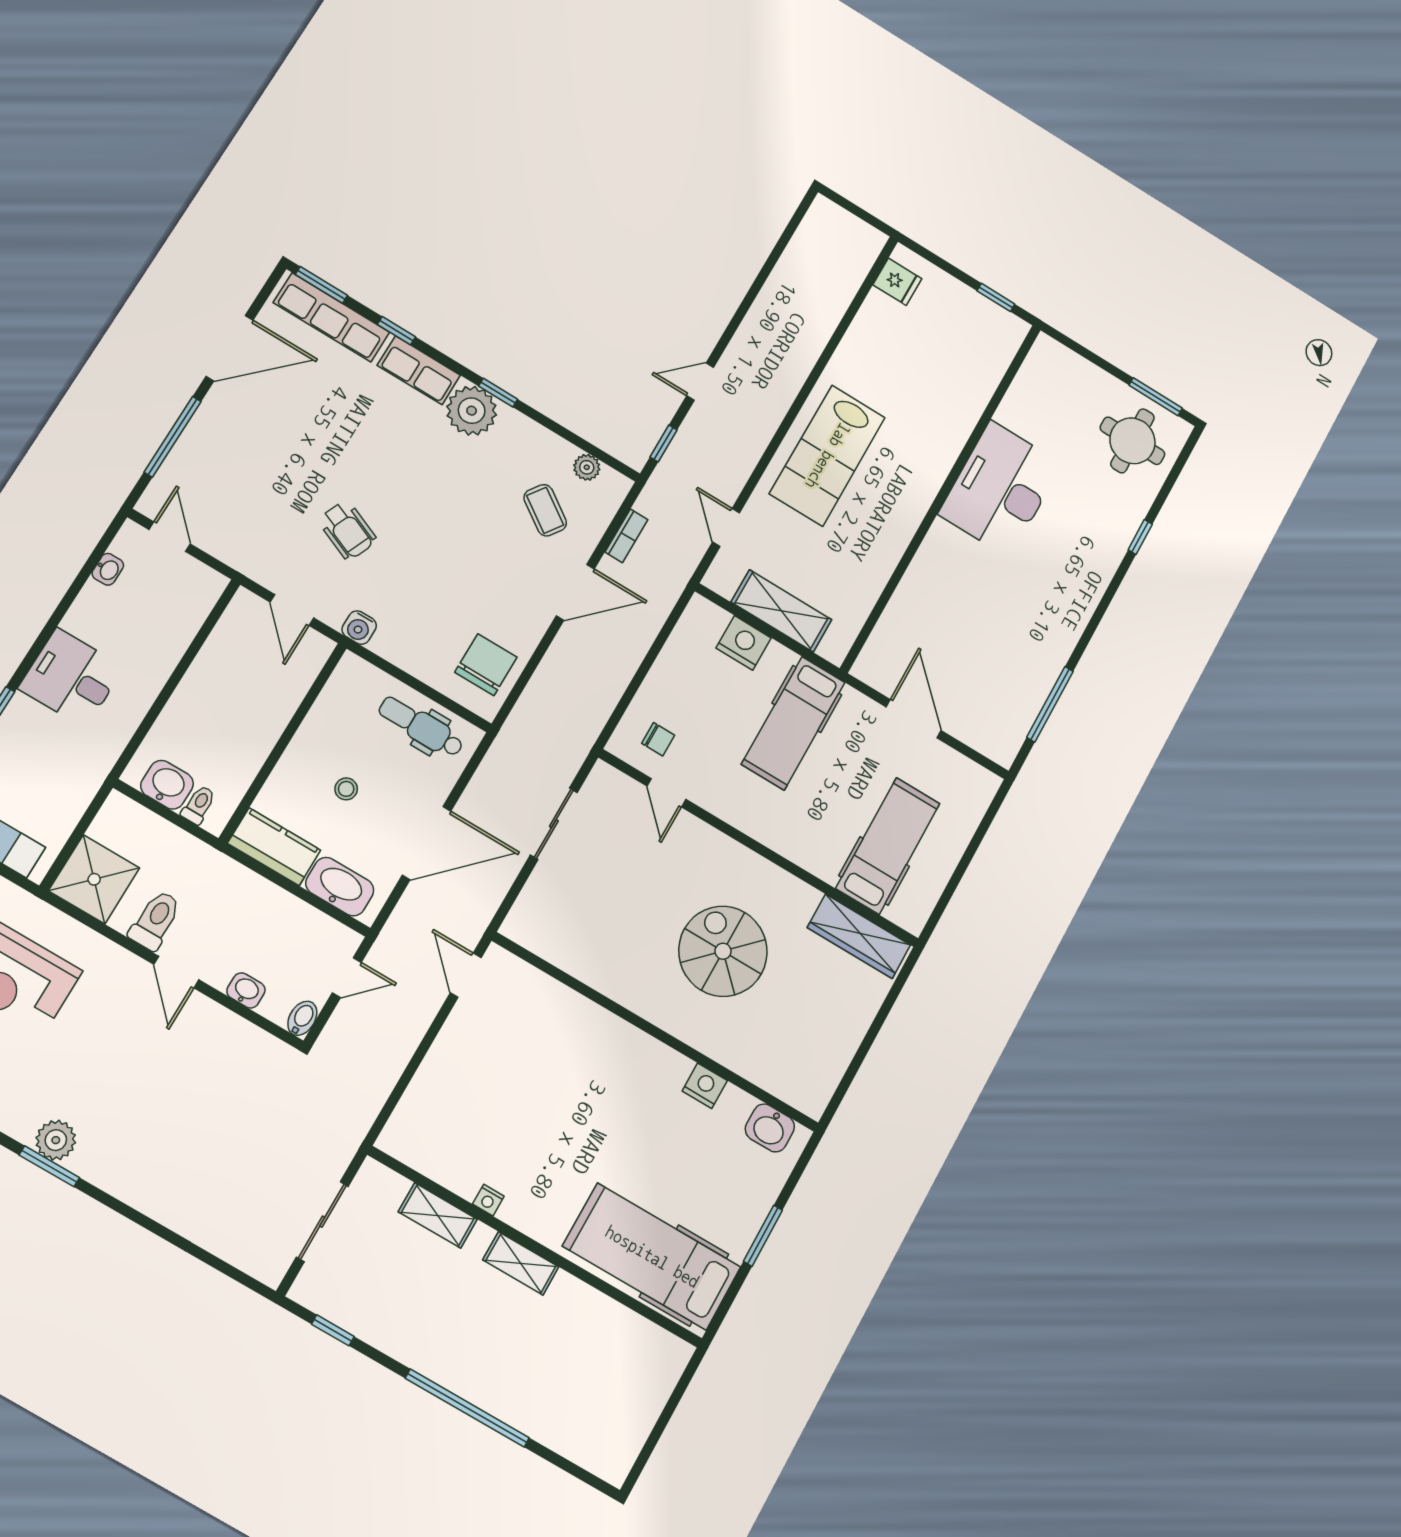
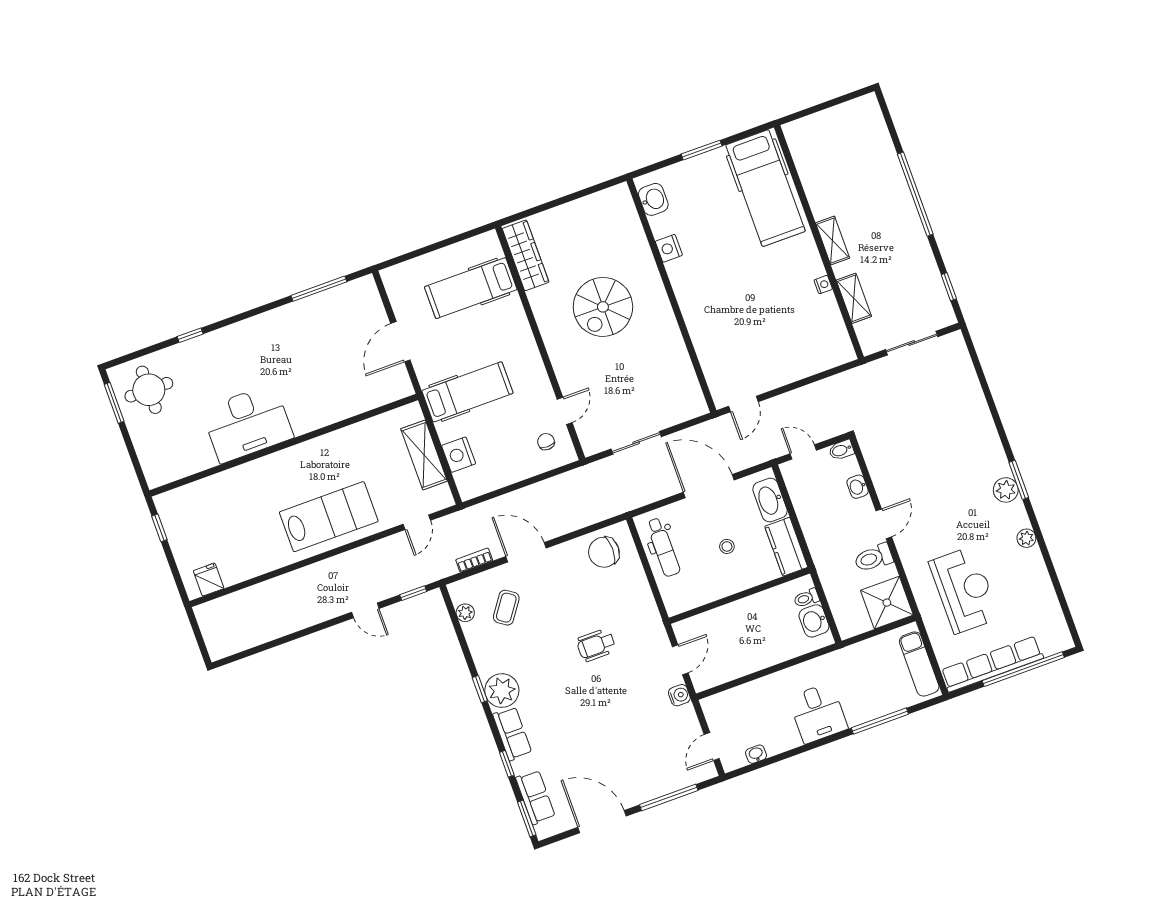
row of seats: (331, 317) -> (535, 797), width x0.68
wheelchair: (347, 530) -> (596, 645), moved, turned -113
water cooler: (359, 628) -> (679, 695), moved

